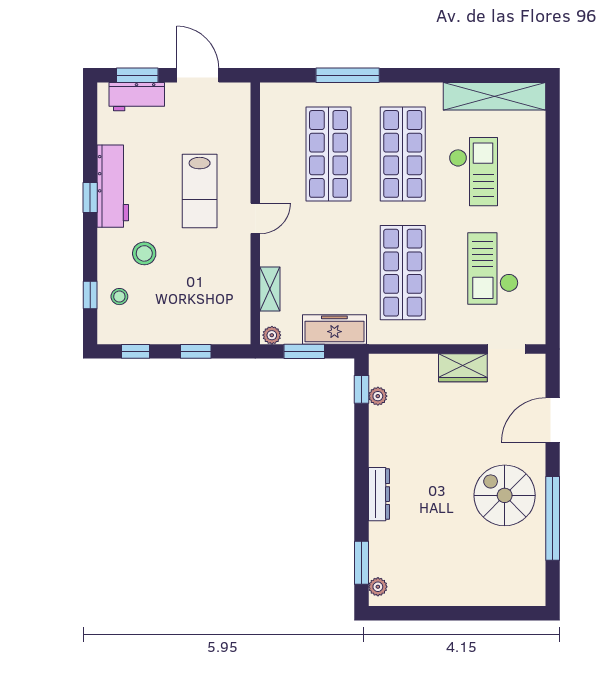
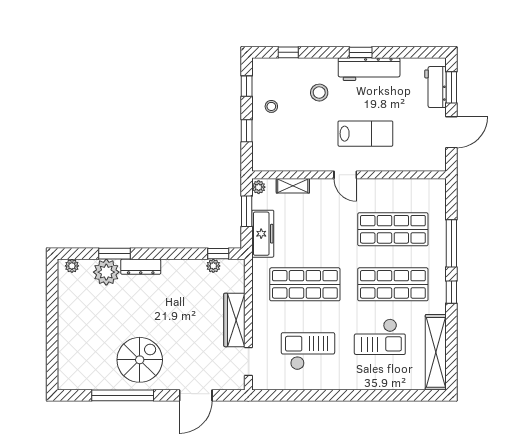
window: (413, 75) -> (451, 292), added
lab bench: (200, 191) -> (365, 134), turned 180
stool: (119, 297) -> (271, 106), moved
wardrobe: (463, 368) -> (234, 320), width x1.50
door: (553, 420) -> (196, 395), swing flipped
plant: (386, 540) -> (106, 272), added
window: (361, 563) -> (115, 254), moved

